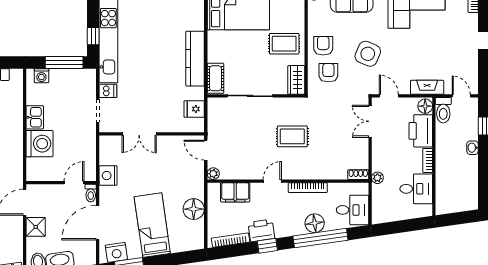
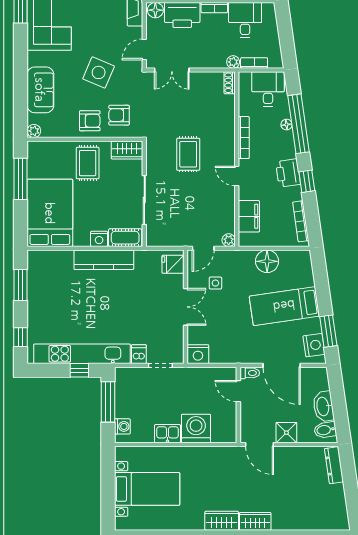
armchair: (323, 46) -> (90, 121), turned 180
nightstand: (214, 54) -> (99, 239), added
fridge: (194, 109) -> (173, 264), moved, turned 90
double door: (139, 134) -> (186, 307), moved
side table: (174, 161) -> (215, 283), added
nightstand: (108, 176) -> (198, 354), moved
bookcase: (376, 197) -> (254, 63), added
floor lamp: (315, 223) -> (286, 125), width x0.53, depth x0.53
printer: (261, 230) -> (288, 173), moved

